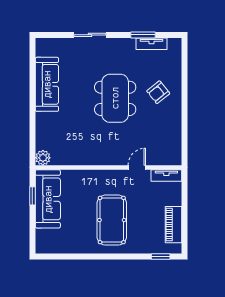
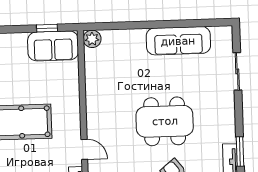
sliding door: (90, 35) -> (237, 71), moved
sofa: (48, 199) -> (53, 46), width x0.73

